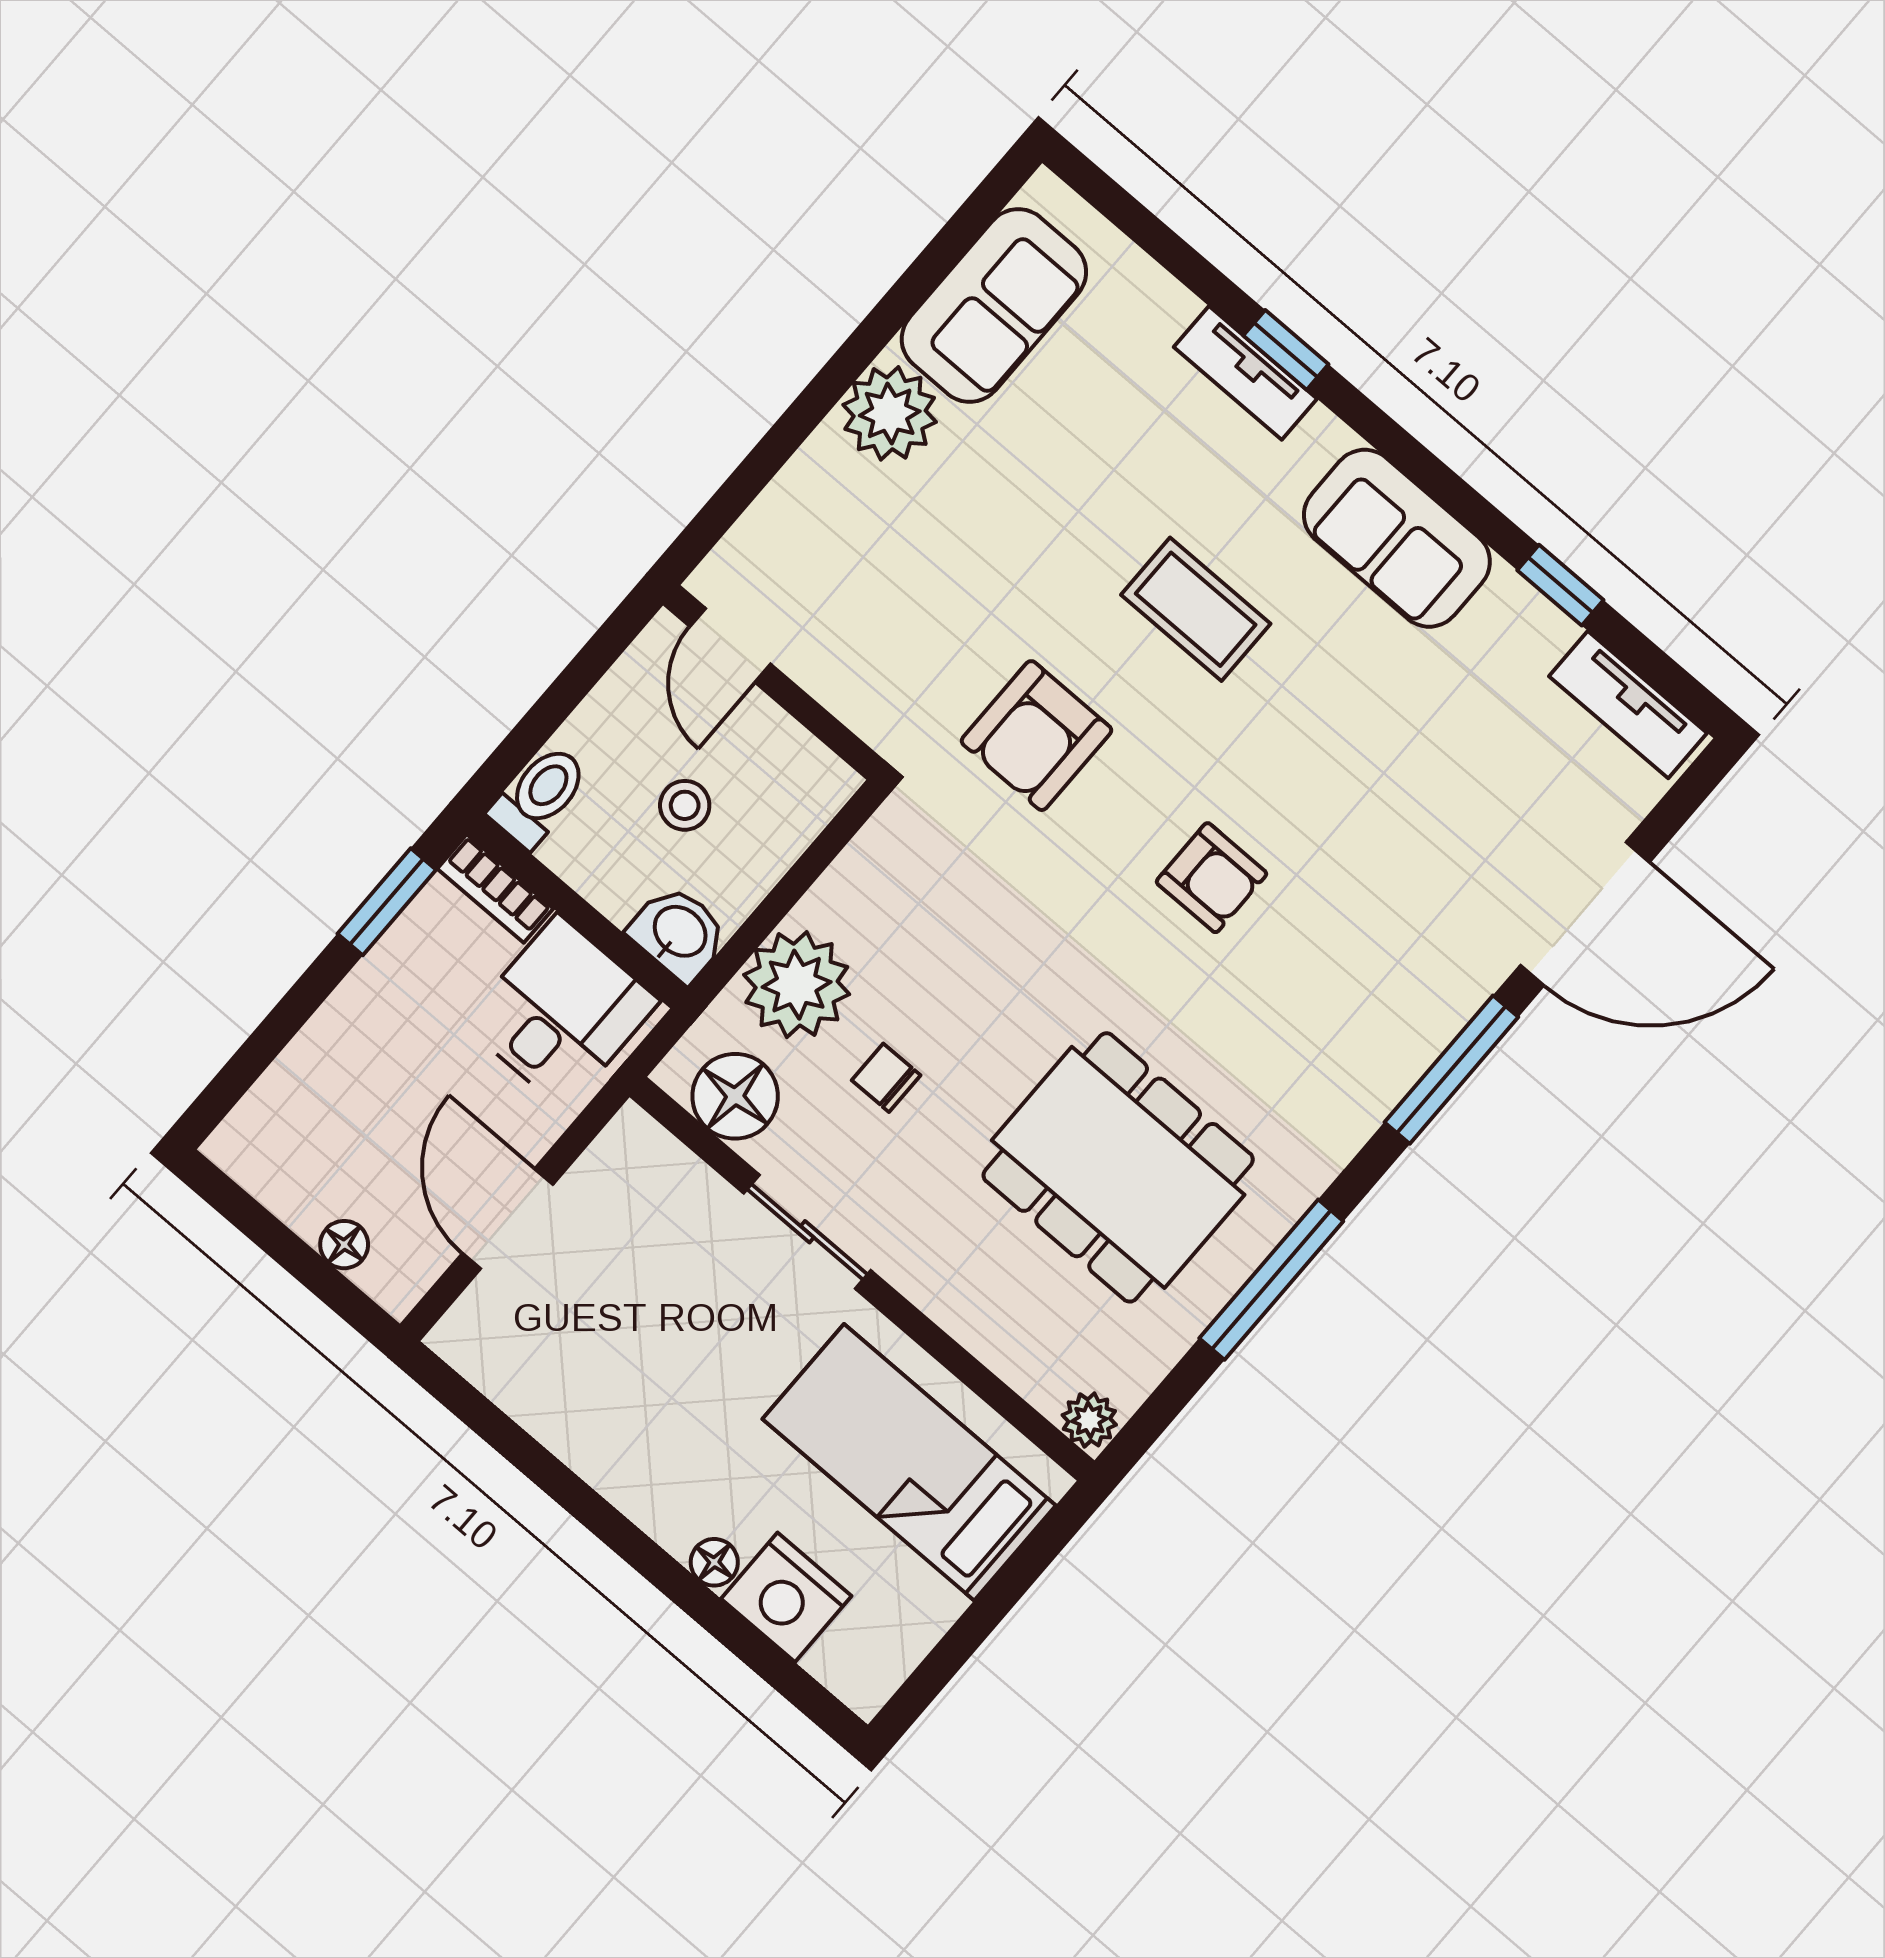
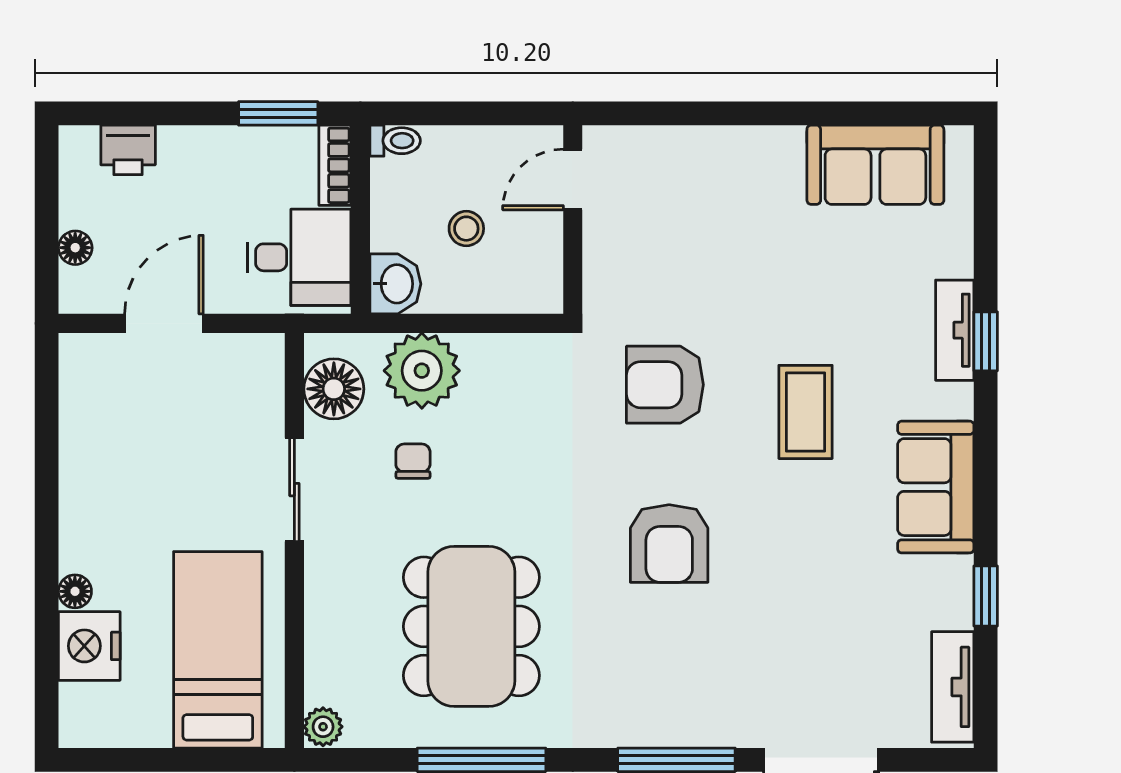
plant: (890, 413) -> (770, 158), removed
toilet: (539, 796) -> (395, 141), width x0.73, depth x0.72
armchair: (1212, 878) -> (669, 543), width x1.38, depth x1.38
printer: (288, 1097) -> (128, 150), added

